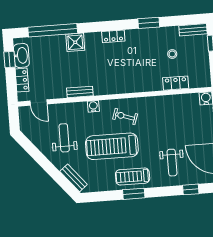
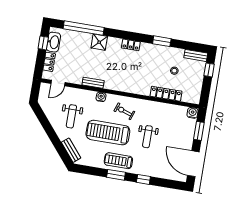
locker: (176, 83) -> (166, 94), width x1.53
door: (39, 103) -> (58, 83), hinge flipped
weight bench: (64, 138) -> (71, 116), turned 180
weight bench: (172, 163) -> (147, 137), moved
window: (191, 189) -> (143, 179), moved

